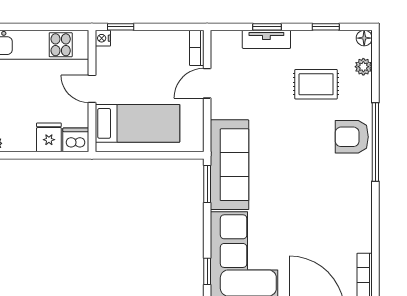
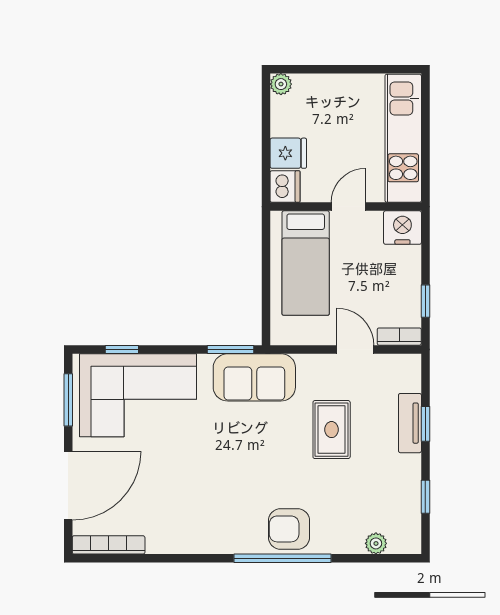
window: (121, 27) -> (425, 301), moved
nightstand: (103, 38) -> (402, 228), width x1.89, depth x1.79
floor lamp: (364, 38) -> (412, 544), removed
rug: (316, 84) -> (332, 430), moved
armchair: (352, 137) -> (289, 529), turned -90
sofa: (230, 165) -> (254, 377), width x0.73

